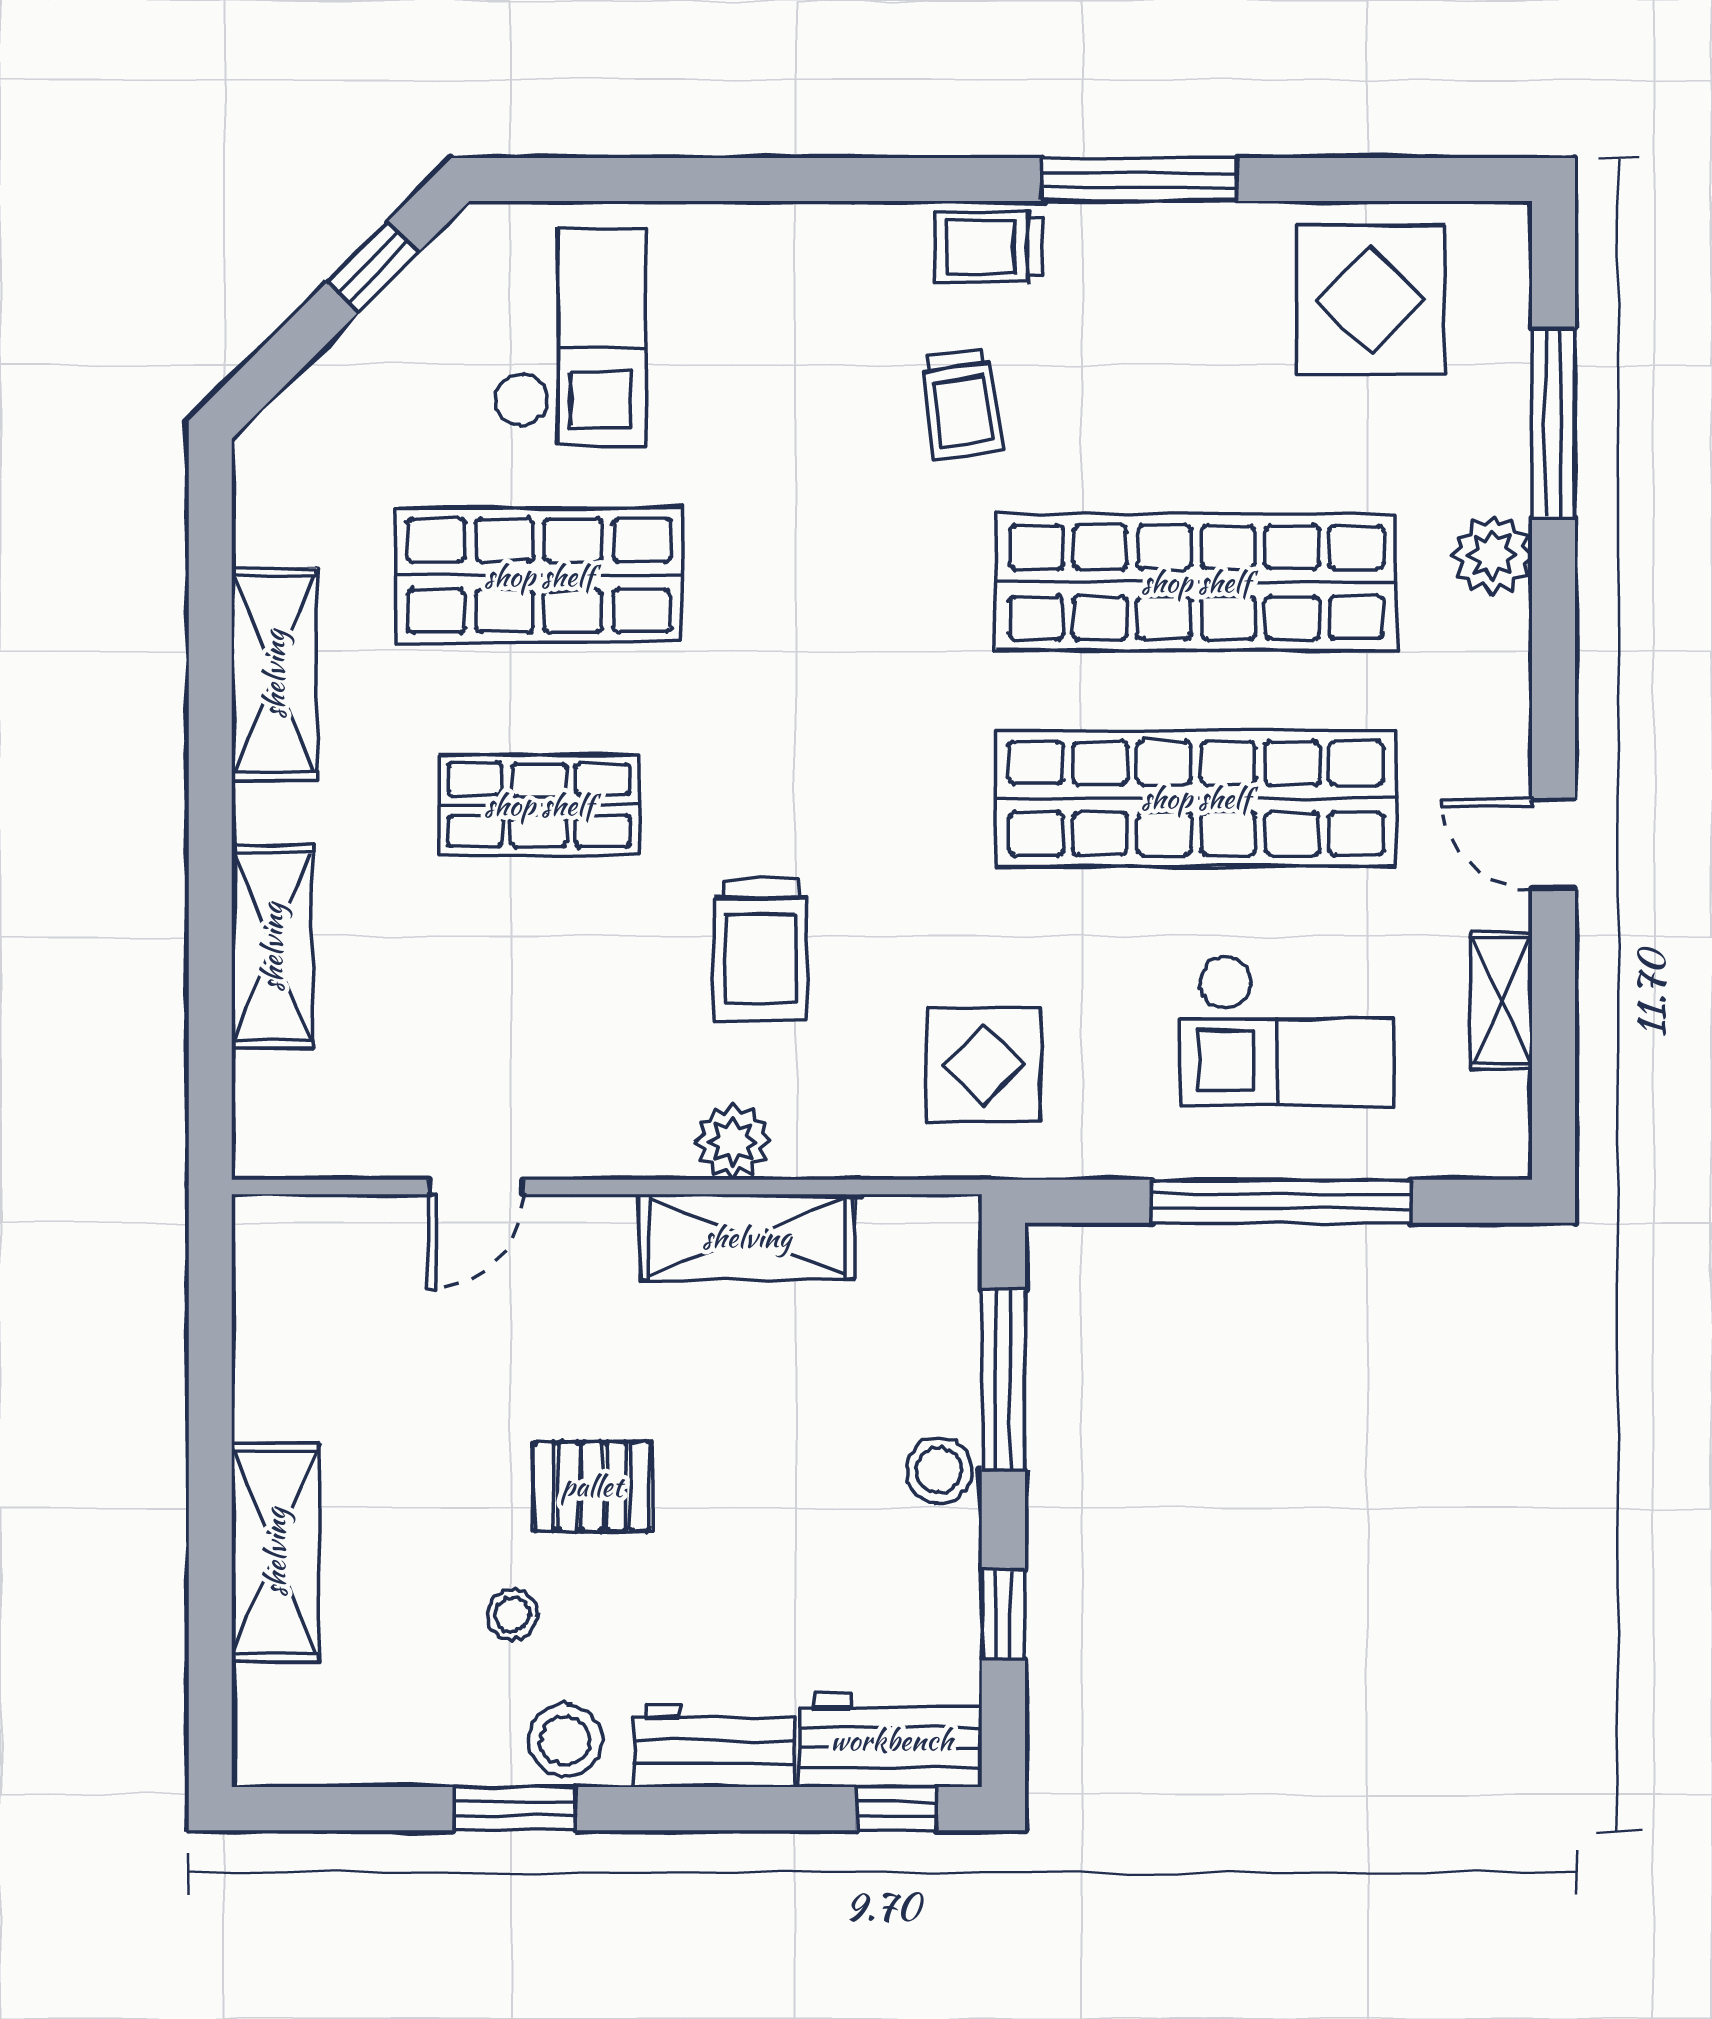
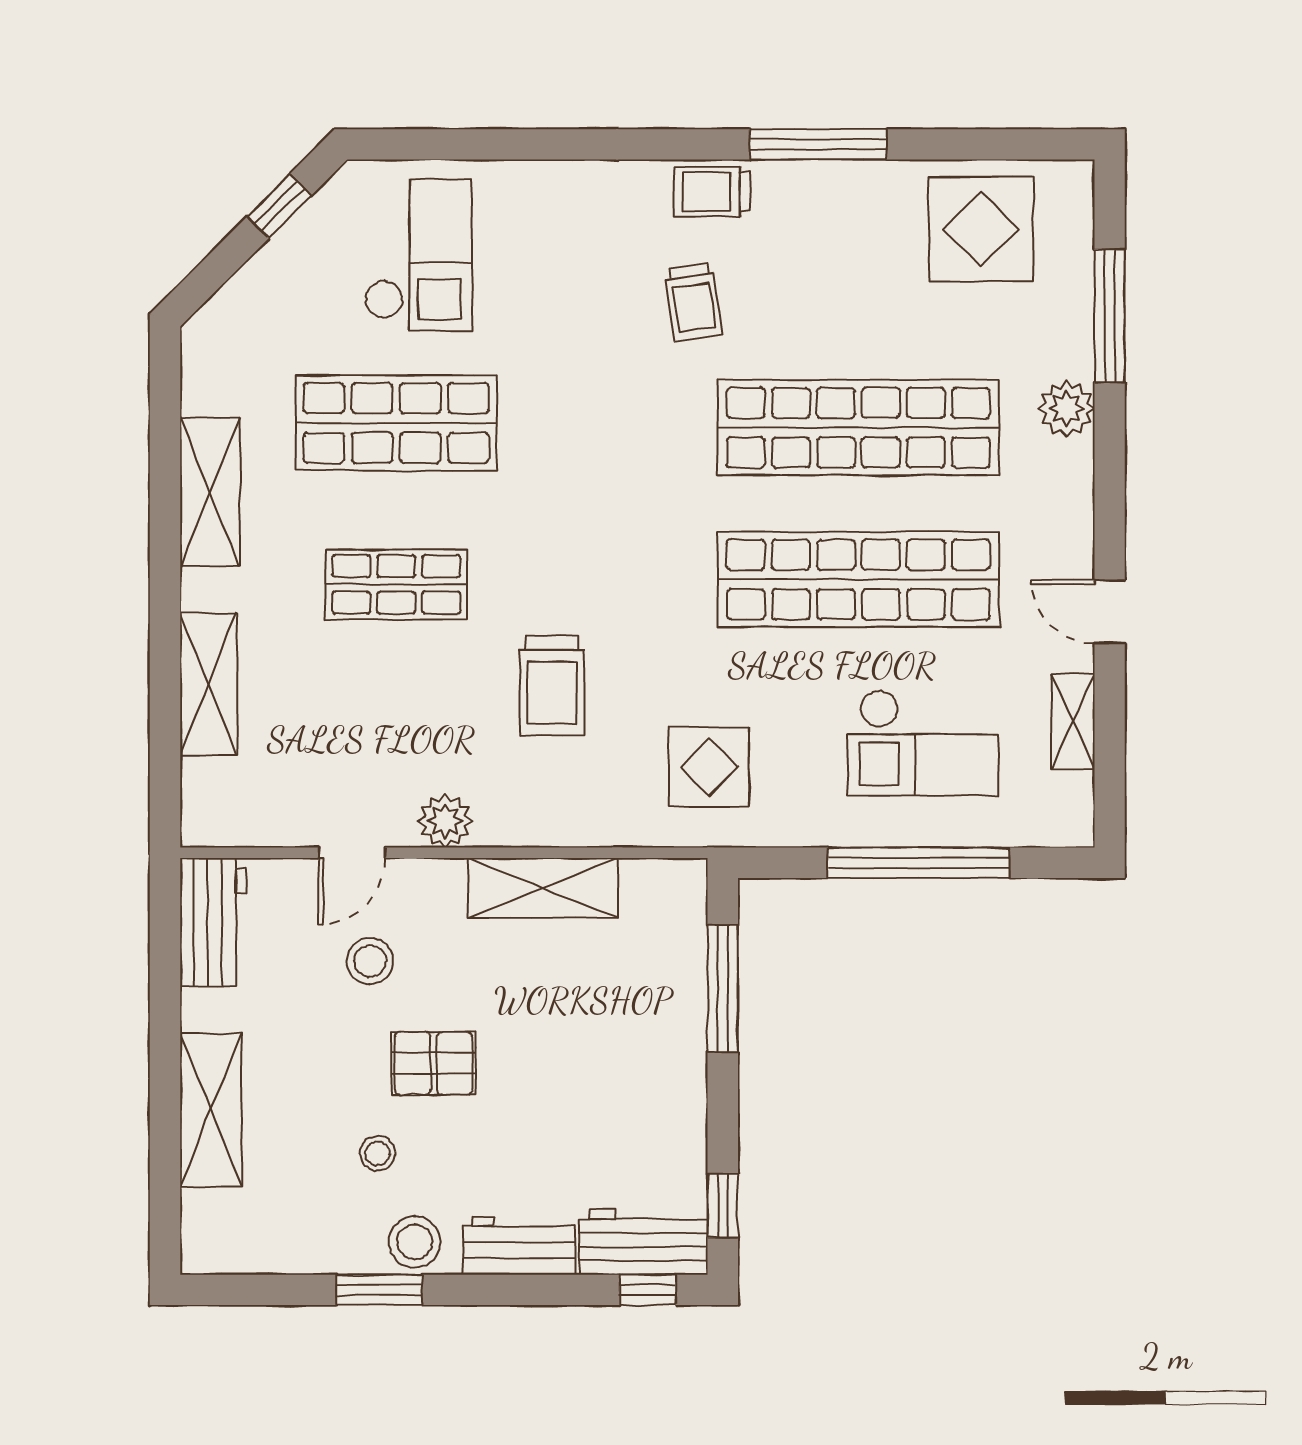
plant: (733, 1142) -> (445, 821), moved
workbench: (279, 1286) -> (213, 922), added
stool: (939, 1470) -> (370, 961), moved
window: (1003, 1614) -> (723, 1206), moved

